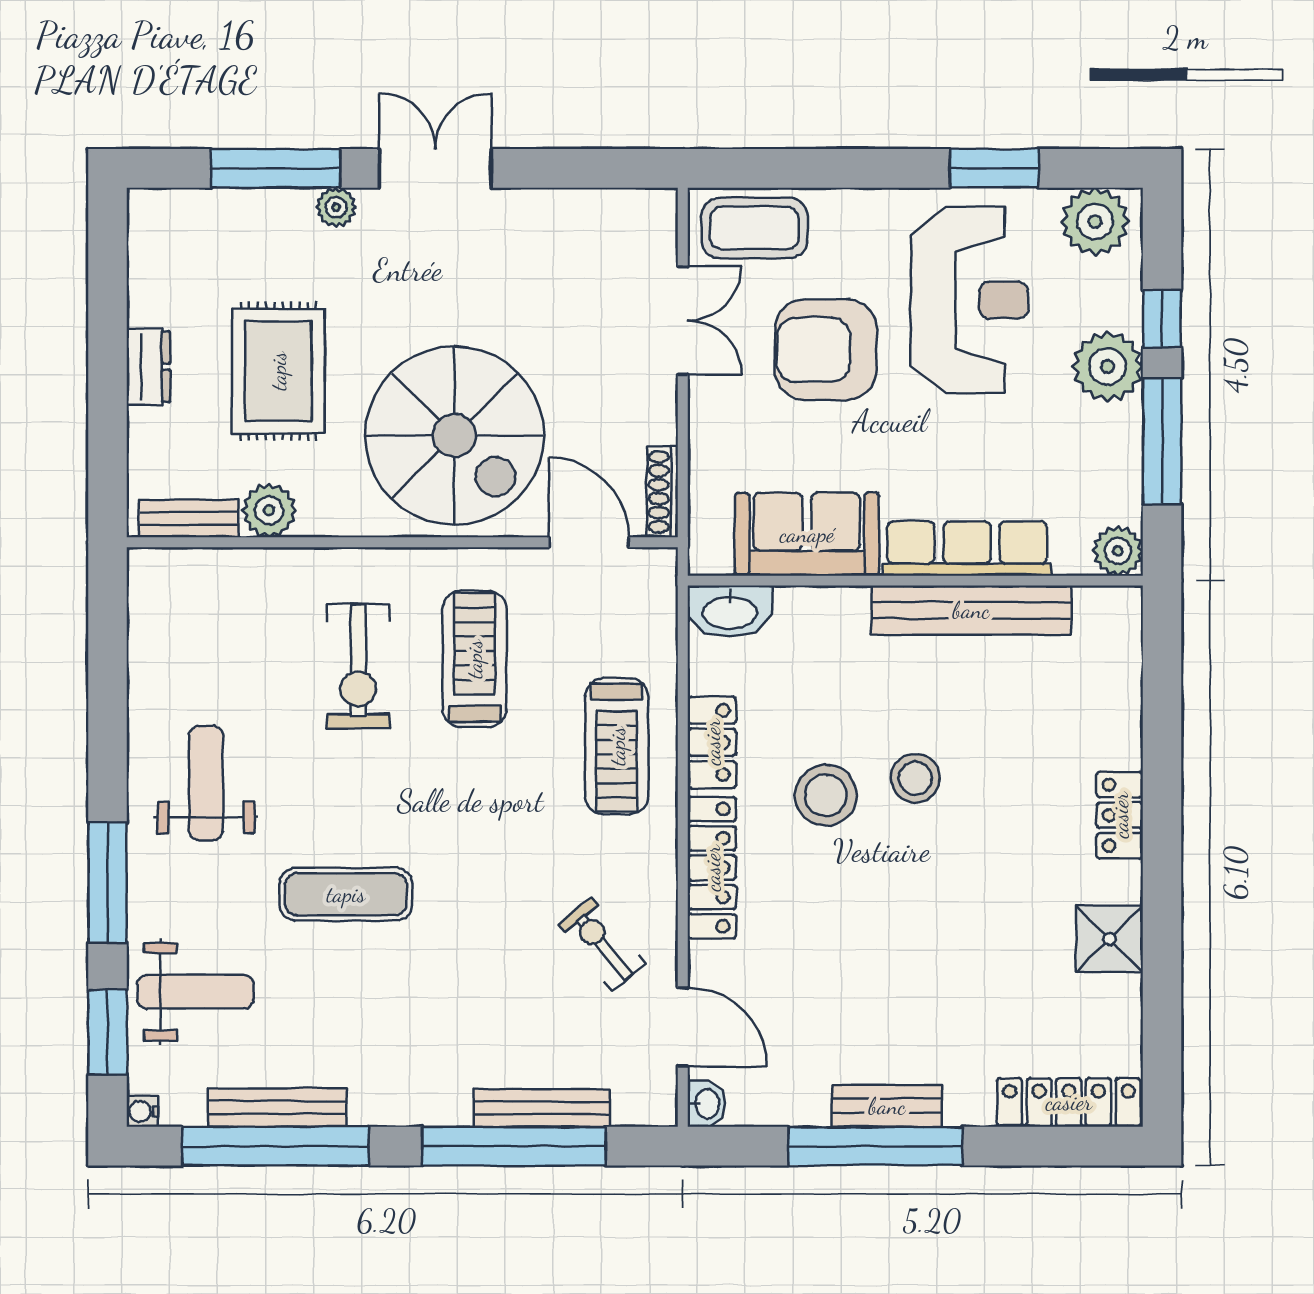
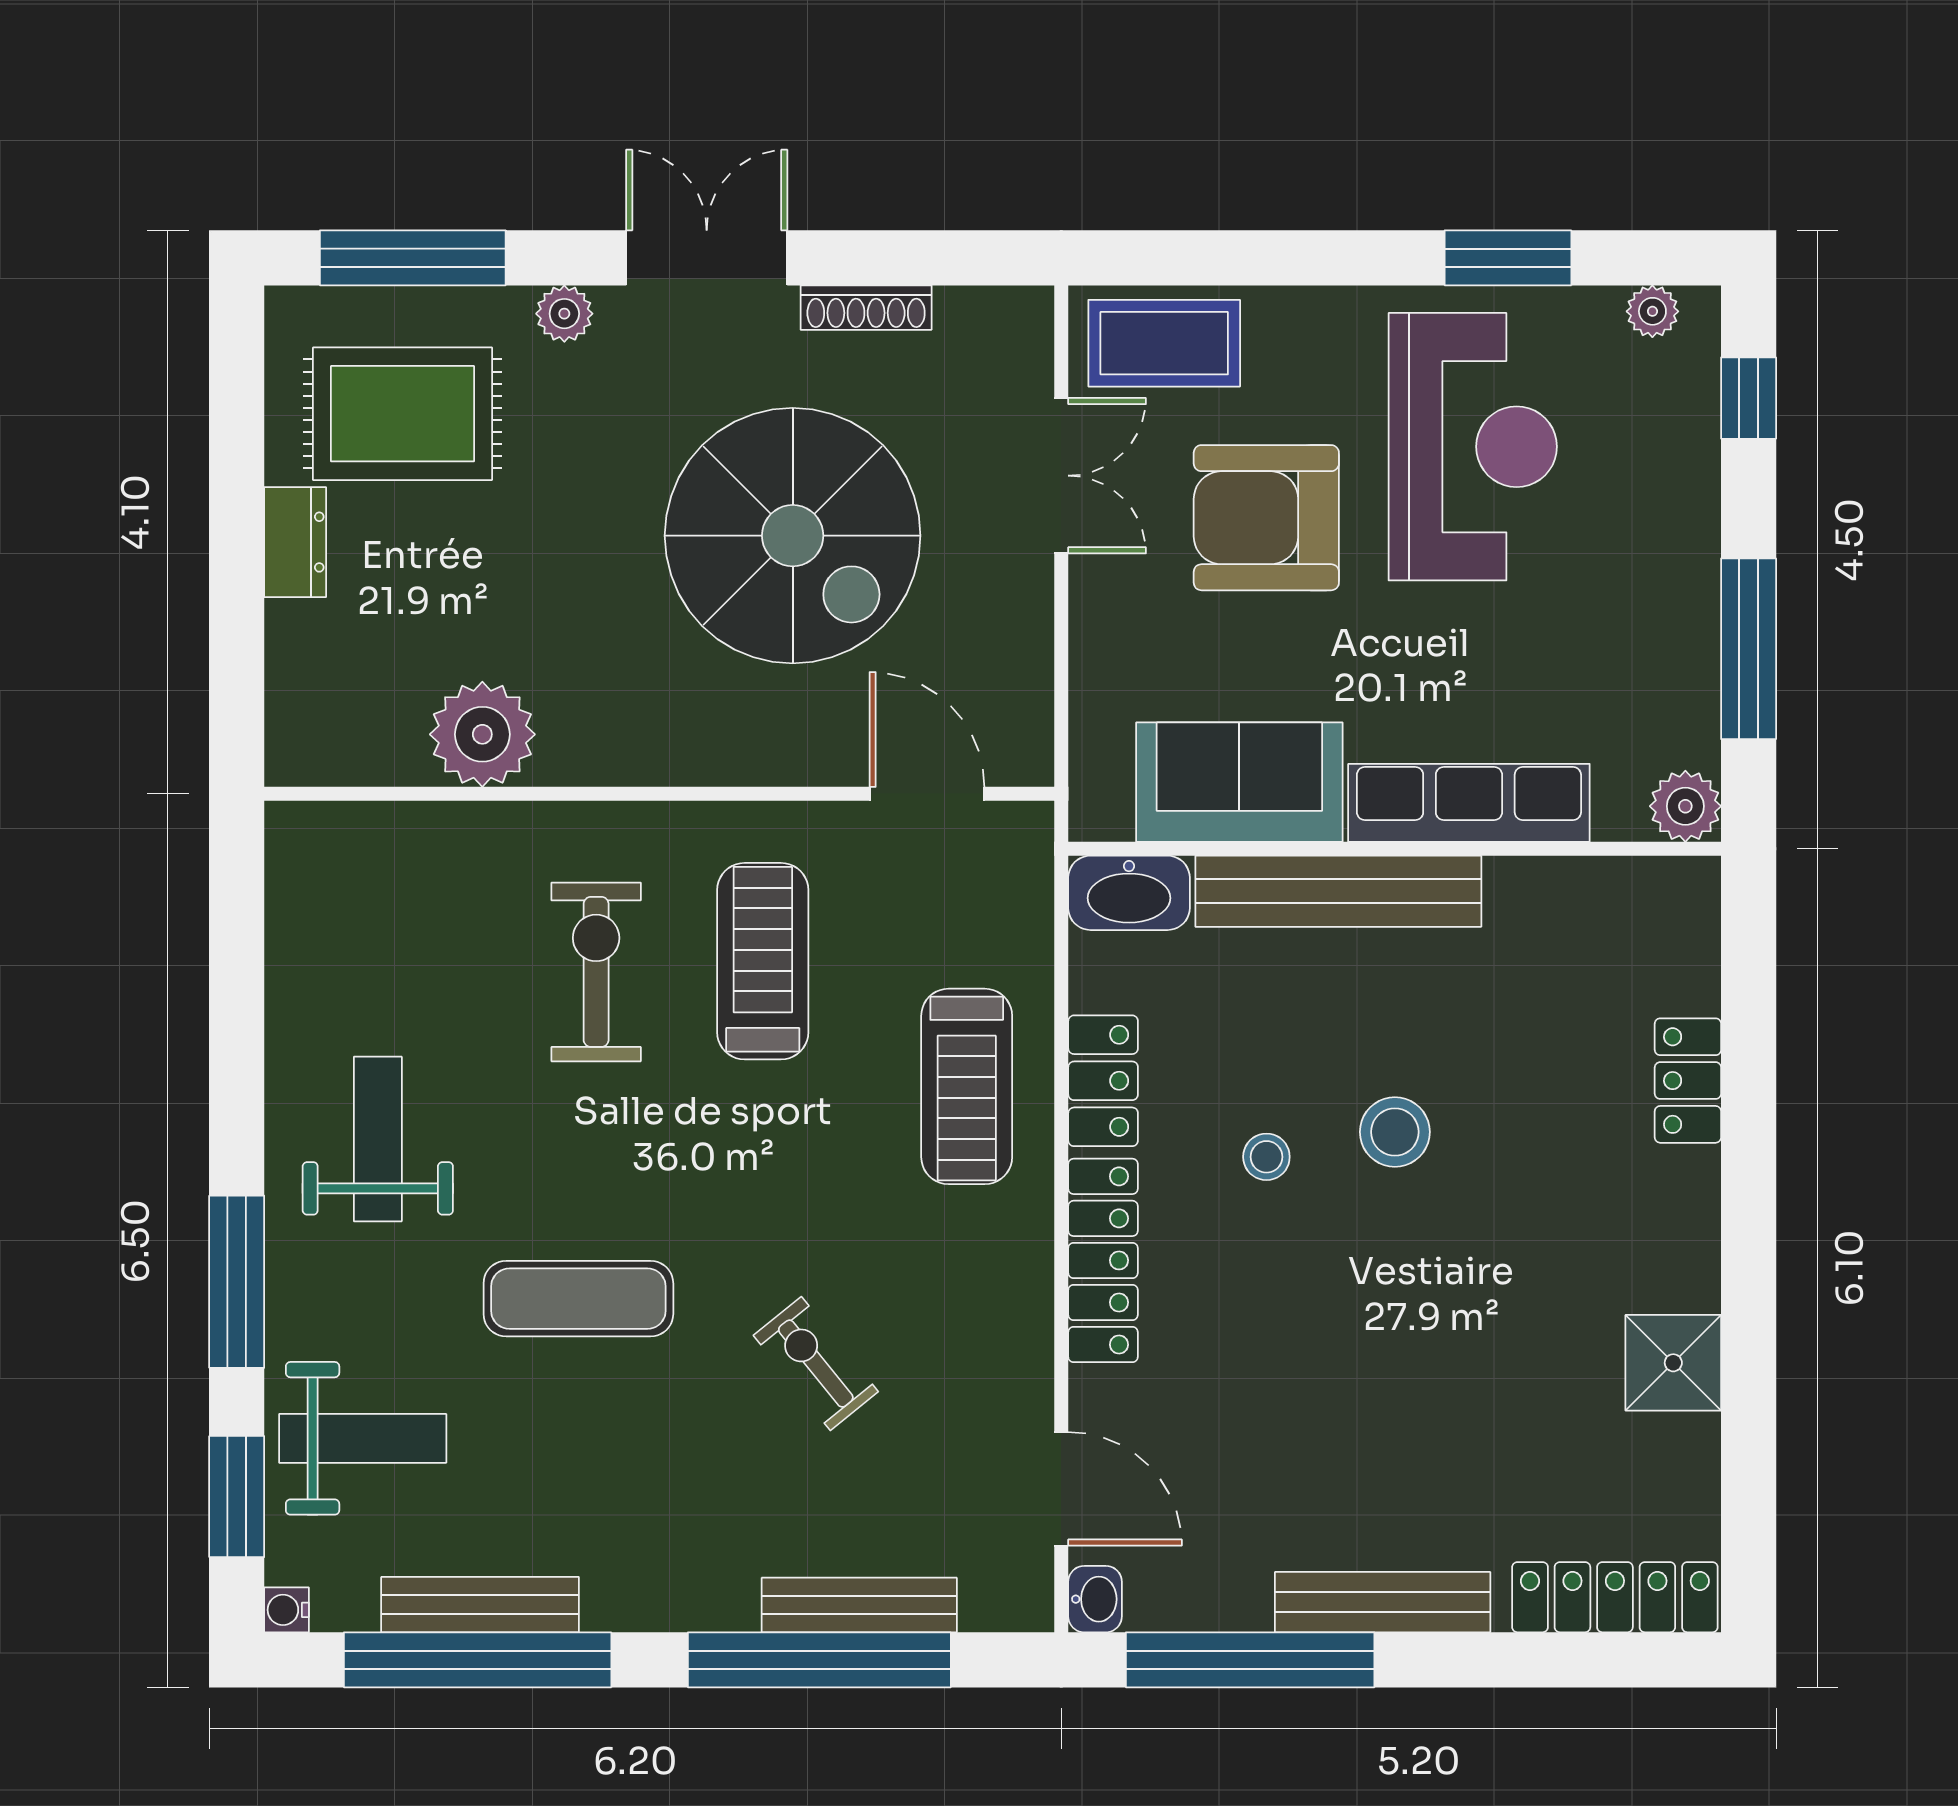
window: (276, 168) -> (413, 258), moved
plant: (1095, 222) -> (1652, 311), width x0.53, depth x0.53
window: (1162, 318) -> (1749, 398), moved
plant: (1108, 367) -> (1670, 542), removed
rug: (278, 371) -> (403, 414), moved, turned 90
spiral stairs: (454, 435) -> (793, 536), moved
shoe rack: (662, 492) -> (866, 308), moved, turned -90
plant: (269, 510) -> (482, 734), width x1.36, depth x1.36
bench: (189, 519) -> (353, 760), removed
bench: (971, 610) -> (1338, 891), moved
exercise bike: (358, 666) -> (596, 972), turned 180
stool: (826, 795) -> (1266, 1157), width x0.53, depth x0.53
locker: (1120, 815) -> (1688, 1081), moved
exercise bike: (602, 944) -> (816, 1364), moved
bench: (887, 1106) -> (1383, 1602), width x1.36
window: (875, 1146) -> (1250, 1660), moved

